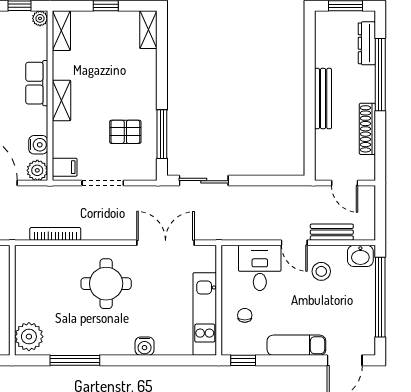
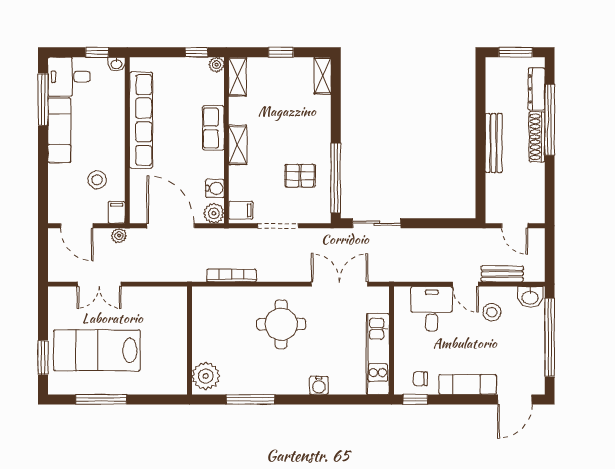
shoe rack: (367, 129) -> (537, 137), moved
window: (162, 134) -> (336, 178), width x1.46
chair: (245, 315) -> (420, 379), moved, turned -90

